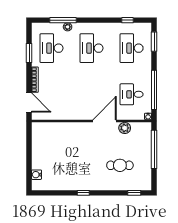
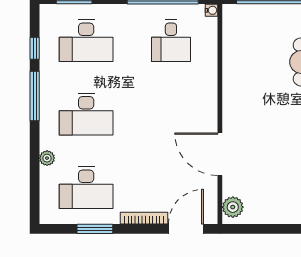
window: (63, 20) -> (35, 96), moved
door: (105, 121) -> (220, 154), moved
plant: (125, 128) -> (233, 207), moved

